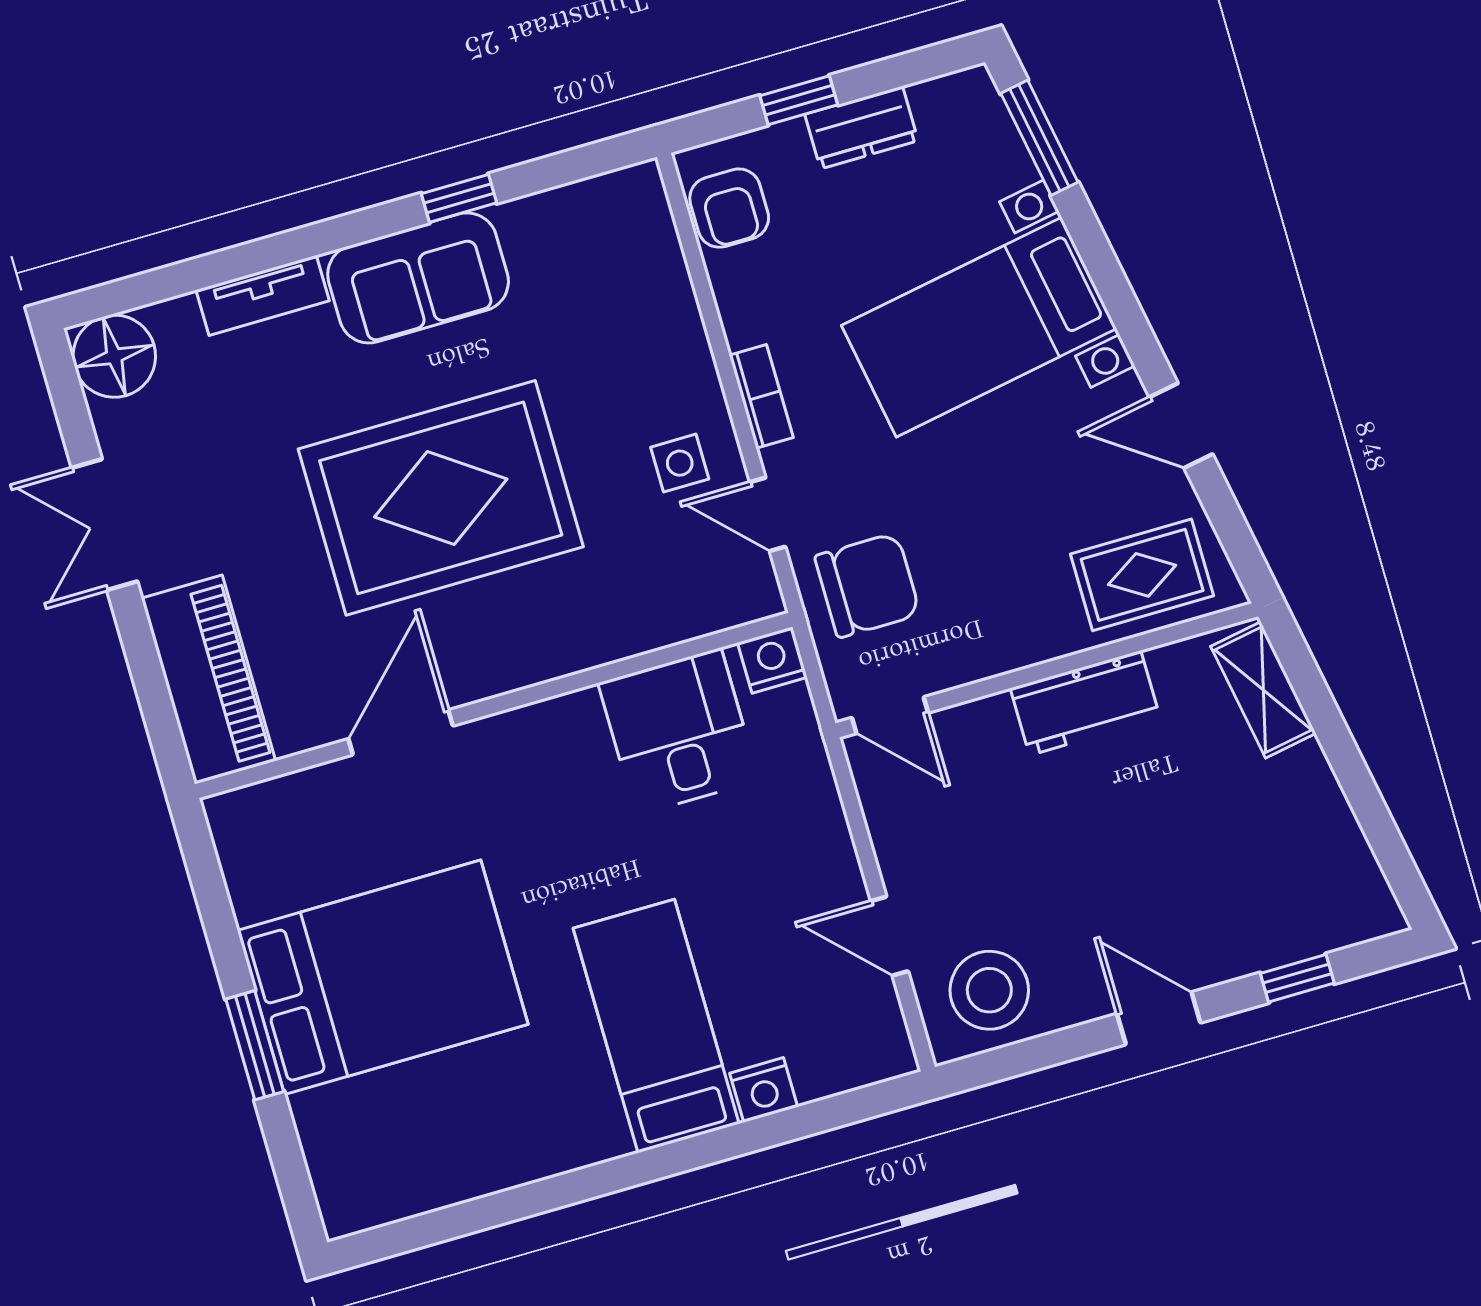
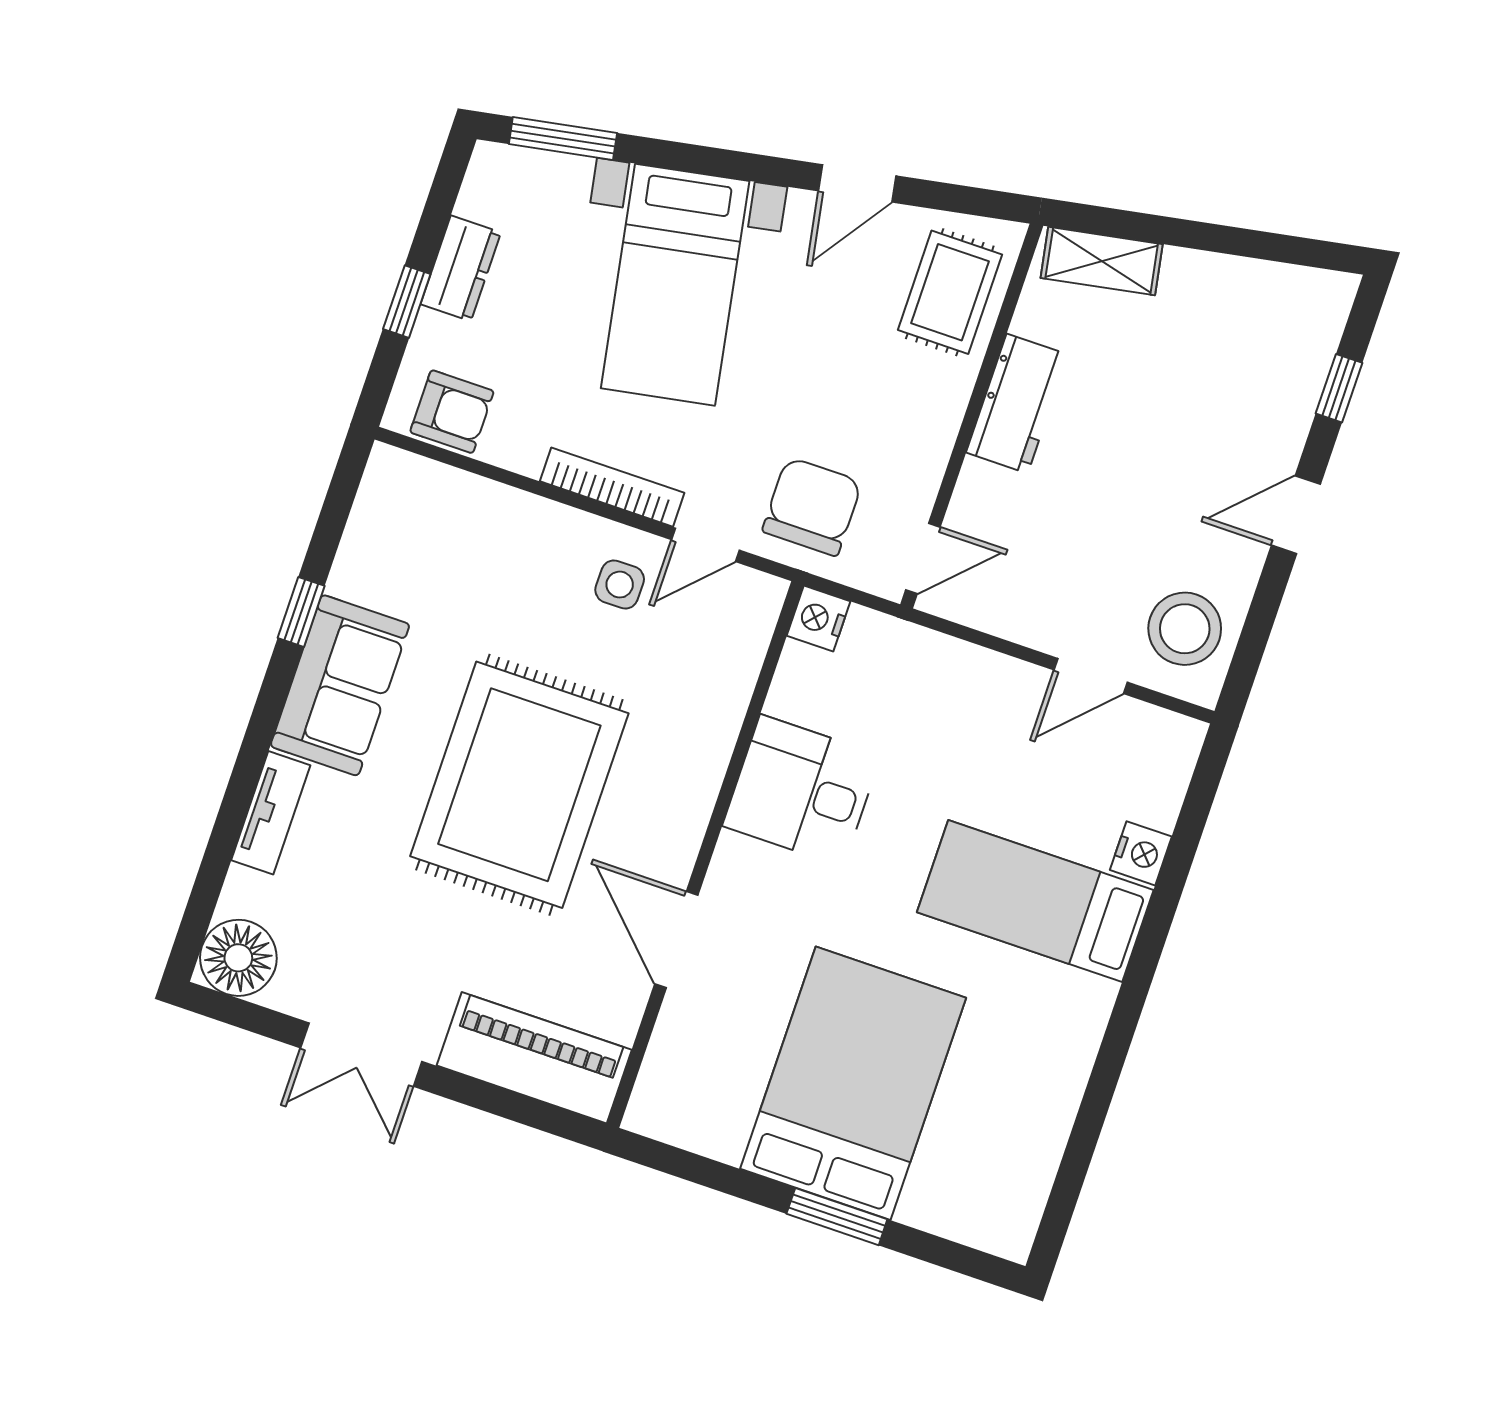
bookcase: (761, 396) -> (612, 487), width x1.56
desk: (679, 732) -> (802, 791), moved

